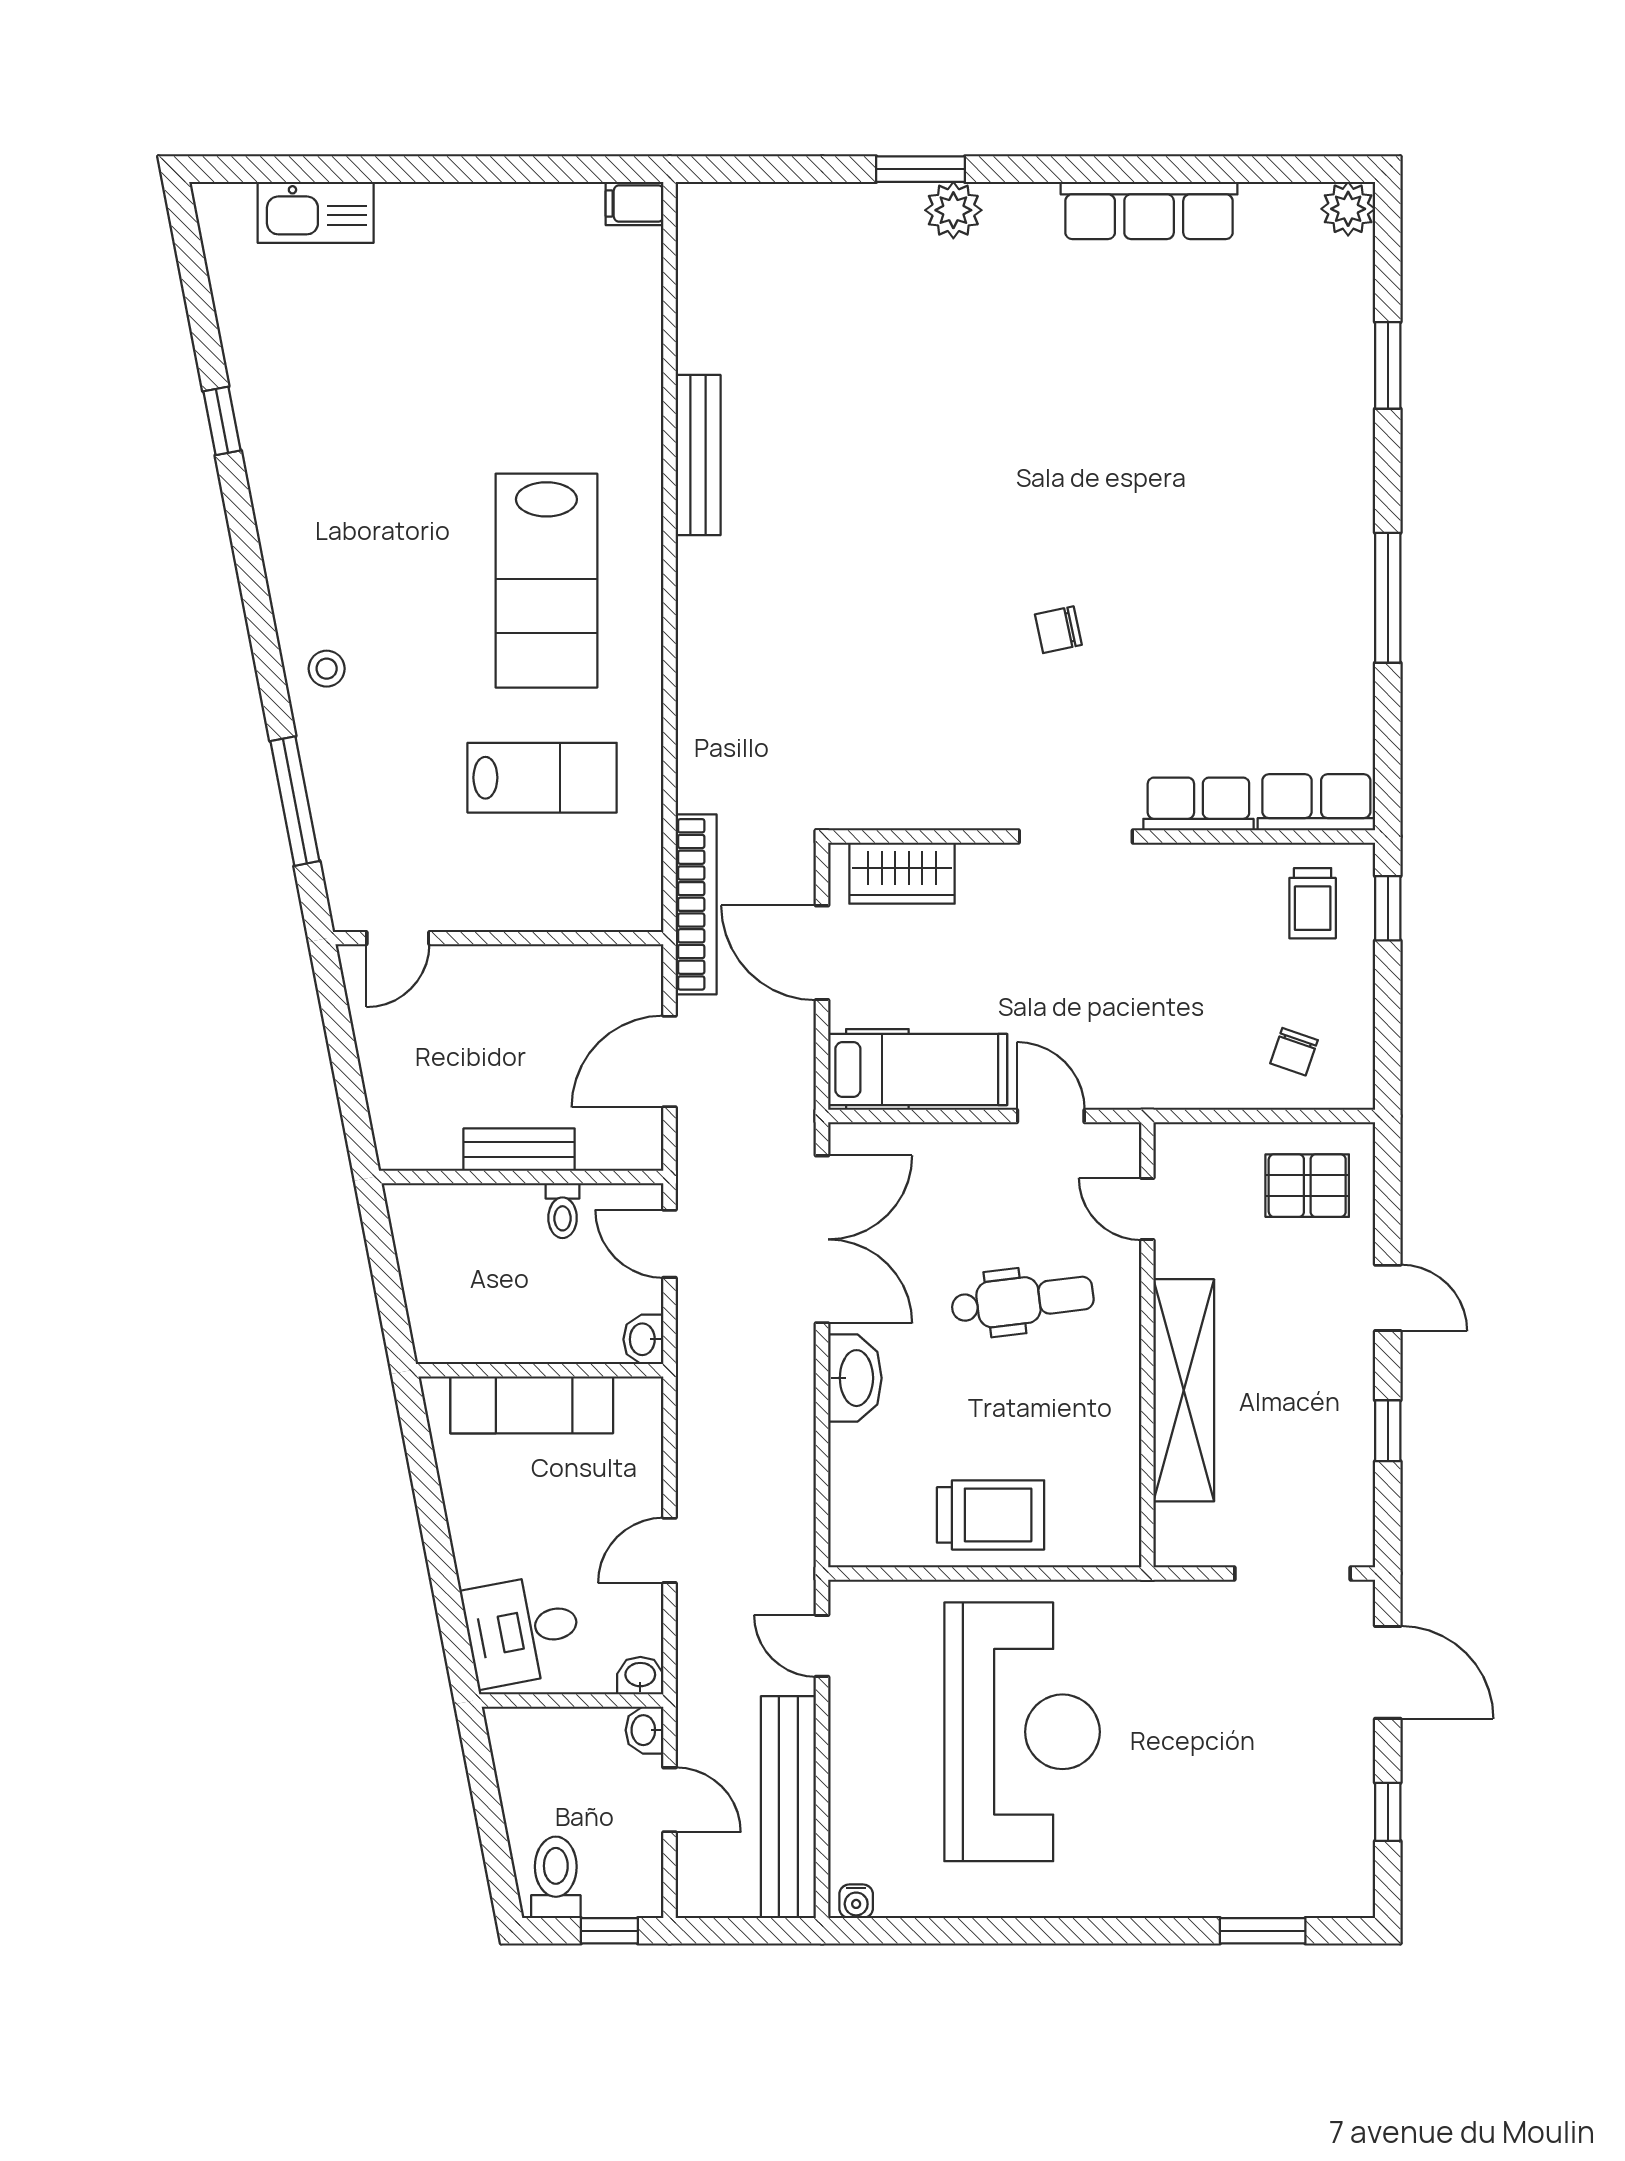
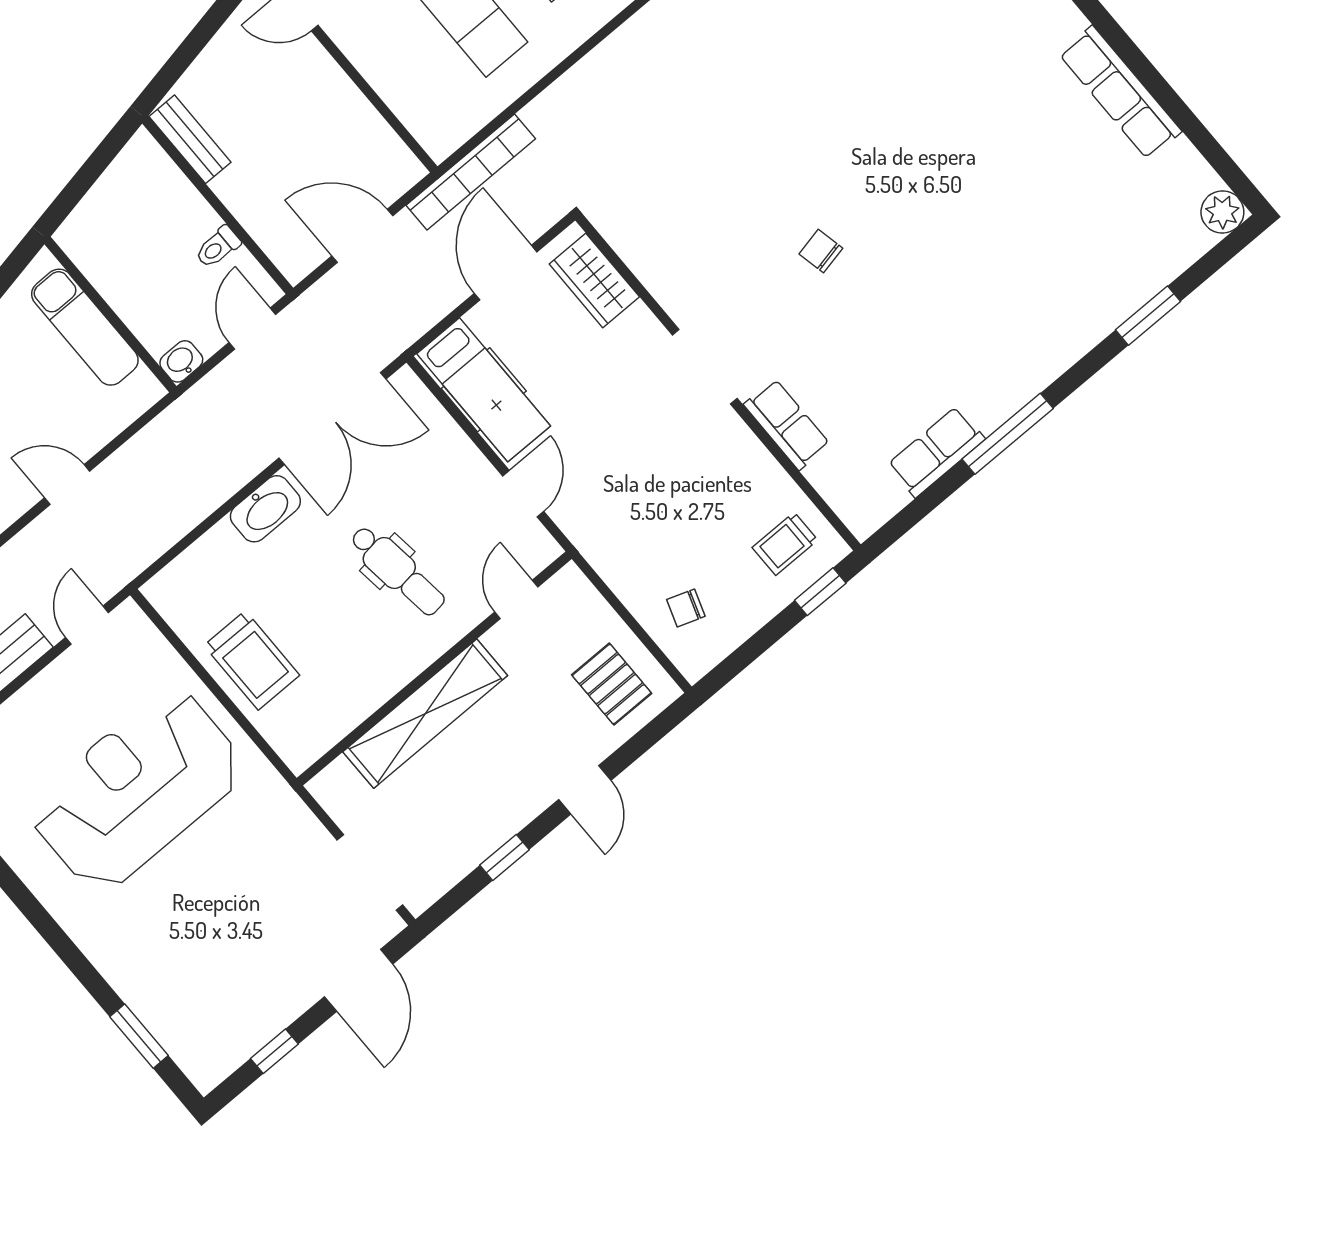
row of seats: (1316, 802) -> (936, 452), moved, turned -90
bench: (519, 1150) -> (190, 139), moved
reception desk: (1022, 1732) -> (137, 790), turned 180

